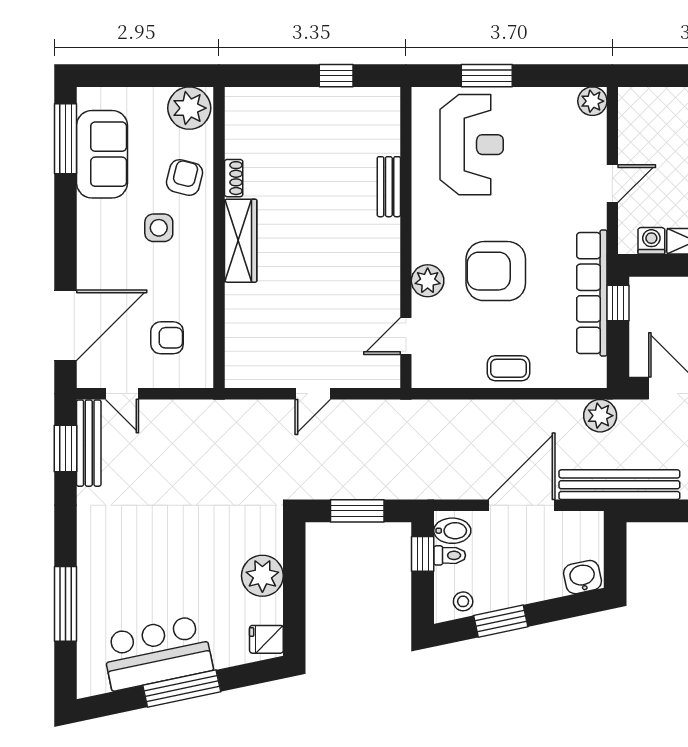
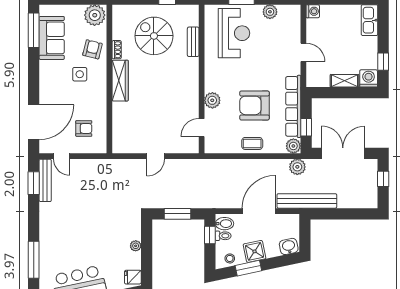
plant: (592, 101) -> (270, 12), moved
spiral stairs: (309, 150) -> (154, 36), added
door: (612, 184) -> (303, 52), hinge flipped
bench: (389, 187) -> (193, 42), moved
washing machine: (651, 241) -> (313, 11), moved, turned 90
armchair: (496, 271) -> (254, 105), moved
window: (618, 303) -> (306, 127), moved
plant: (592, 373) -> (293, 146), added
plant: (262, 576) -> (136, 246), width x0.53, depth x0.53
shower: (513, 587) -> (255, 251), added

